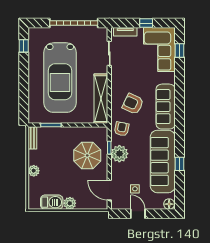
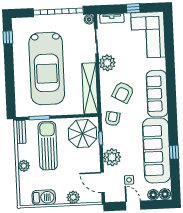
boiler: (103, 32) -> (89, 19), added
window: (180, 50) -> (169, 35), removed
plant: (119, 75) -> (107, 63), added
armchair: (133, 104) -> (123, 92), turned -86
sun lounger: (58, 152) -> (48, 146), added
plant: (119, 154) -> (112, 157), moved
parasol: (87, 155) -> (83, 134), moved
plant: (70, 203) -> (73, 197), moved
floor lamp: (158, 204) -> (153, 195), added

